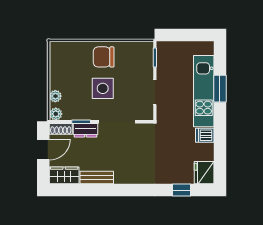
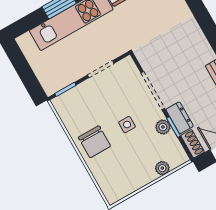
side table: (103, 88) -> (127, 125), width x0.54, depth x0.54
plant: (56, 114) -> (163, 127), moved

